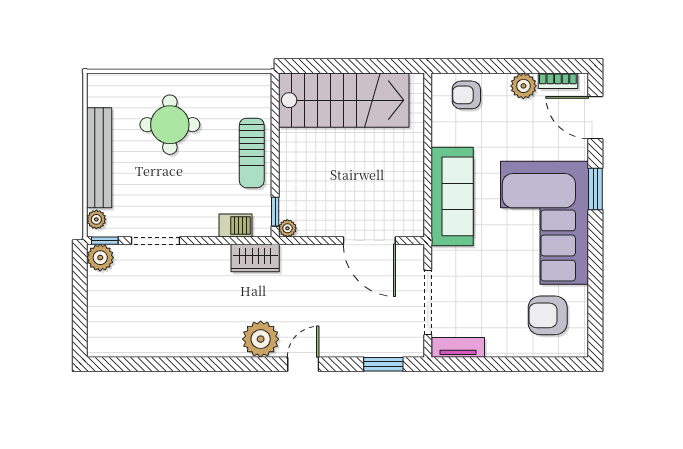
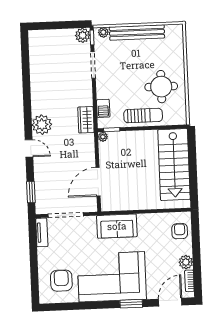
round table: (170, 125) -> (161, 87), moved
sun lounger: (252, 153) -> (143, 116), turned 180
sofa: (452, 196) -> (117, 226), width x0.73

